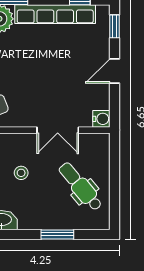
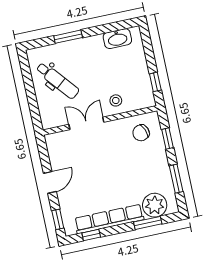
water cooler: (101, 119) -> (52, 140), removed
stool: (21, 173) -> (116, 100), moved

